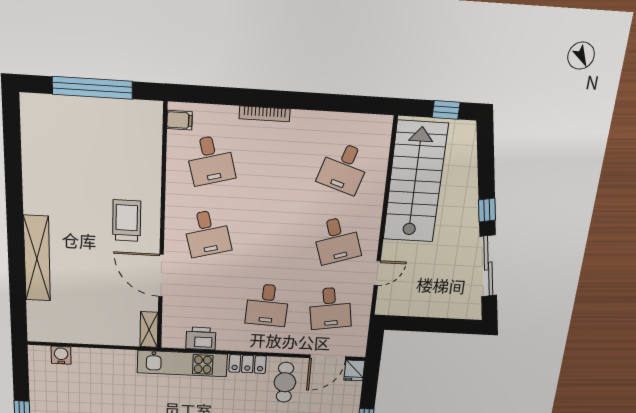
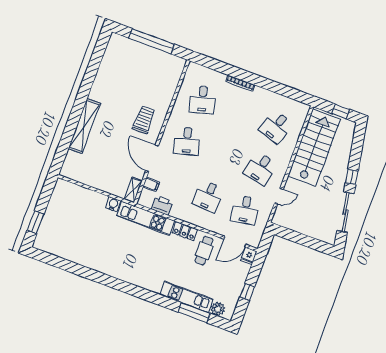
filing cabinet: (180, 120) -> (151, 184), moved
desk: (337, 240) -> (260, 168), turned 30
water cooler: (61, 355) -> (113, 204), moved

